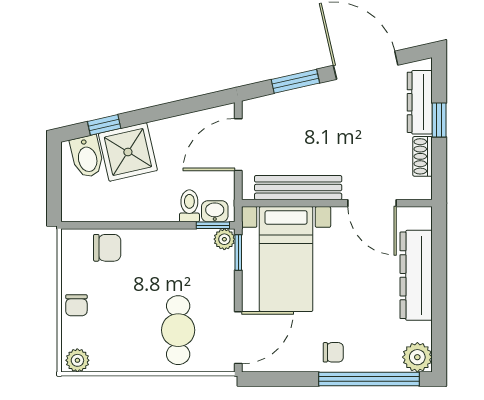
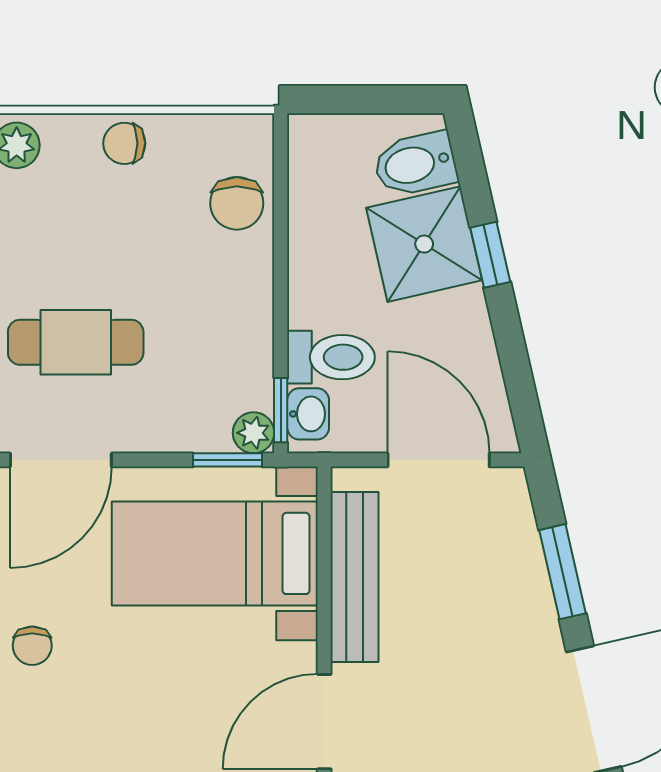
window: (104, 125) -> (490, 255), moved
toilet: (189, 206) -> (331, 357), width x1.37, depth x1.39
door: (238, 338) -> (61, 460), hinge flipped

